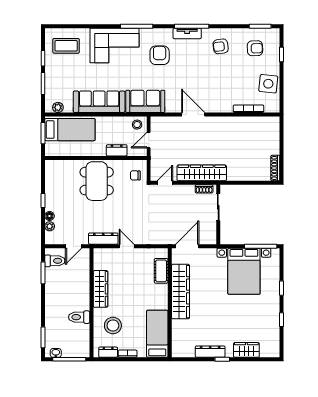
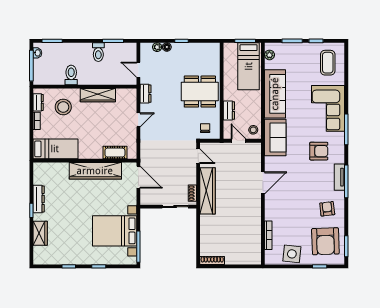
armchair: (255, 48) -> (325, 241), width x1.88, depth x1.88
dresser: (103, 239) -> (145, 94), width x0.70
toilet: (55, 261) -> (98, 52), moved

